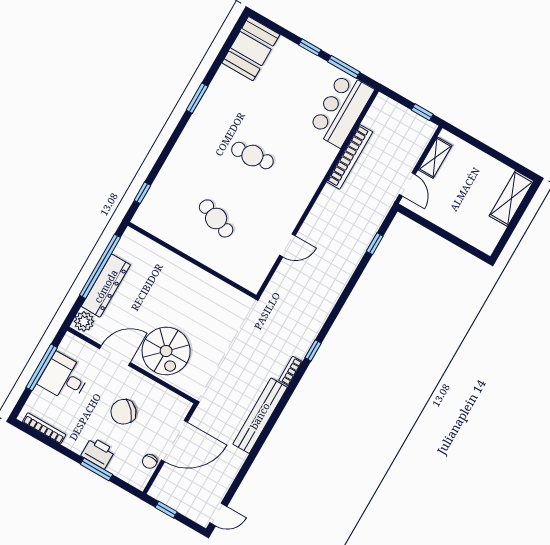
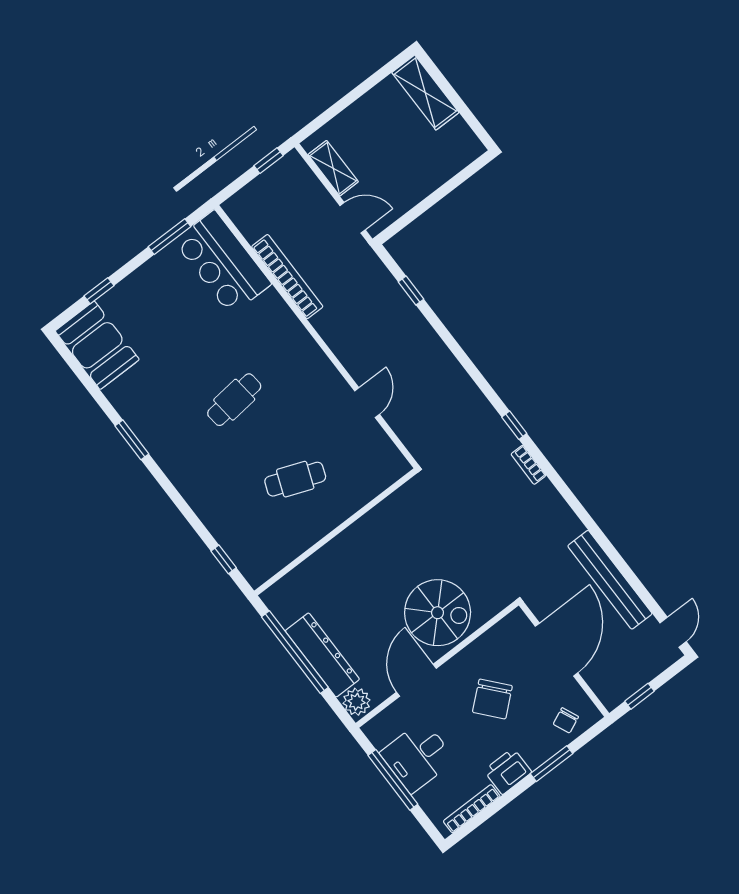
window: (310, 47) -> (99, 291), moved
bench: (260, 416) -> (610, 580), moved
printer: (98, 453) -> (508, 771), moved
chair: (150, 461) -> (566, 720), moved, turned 66

